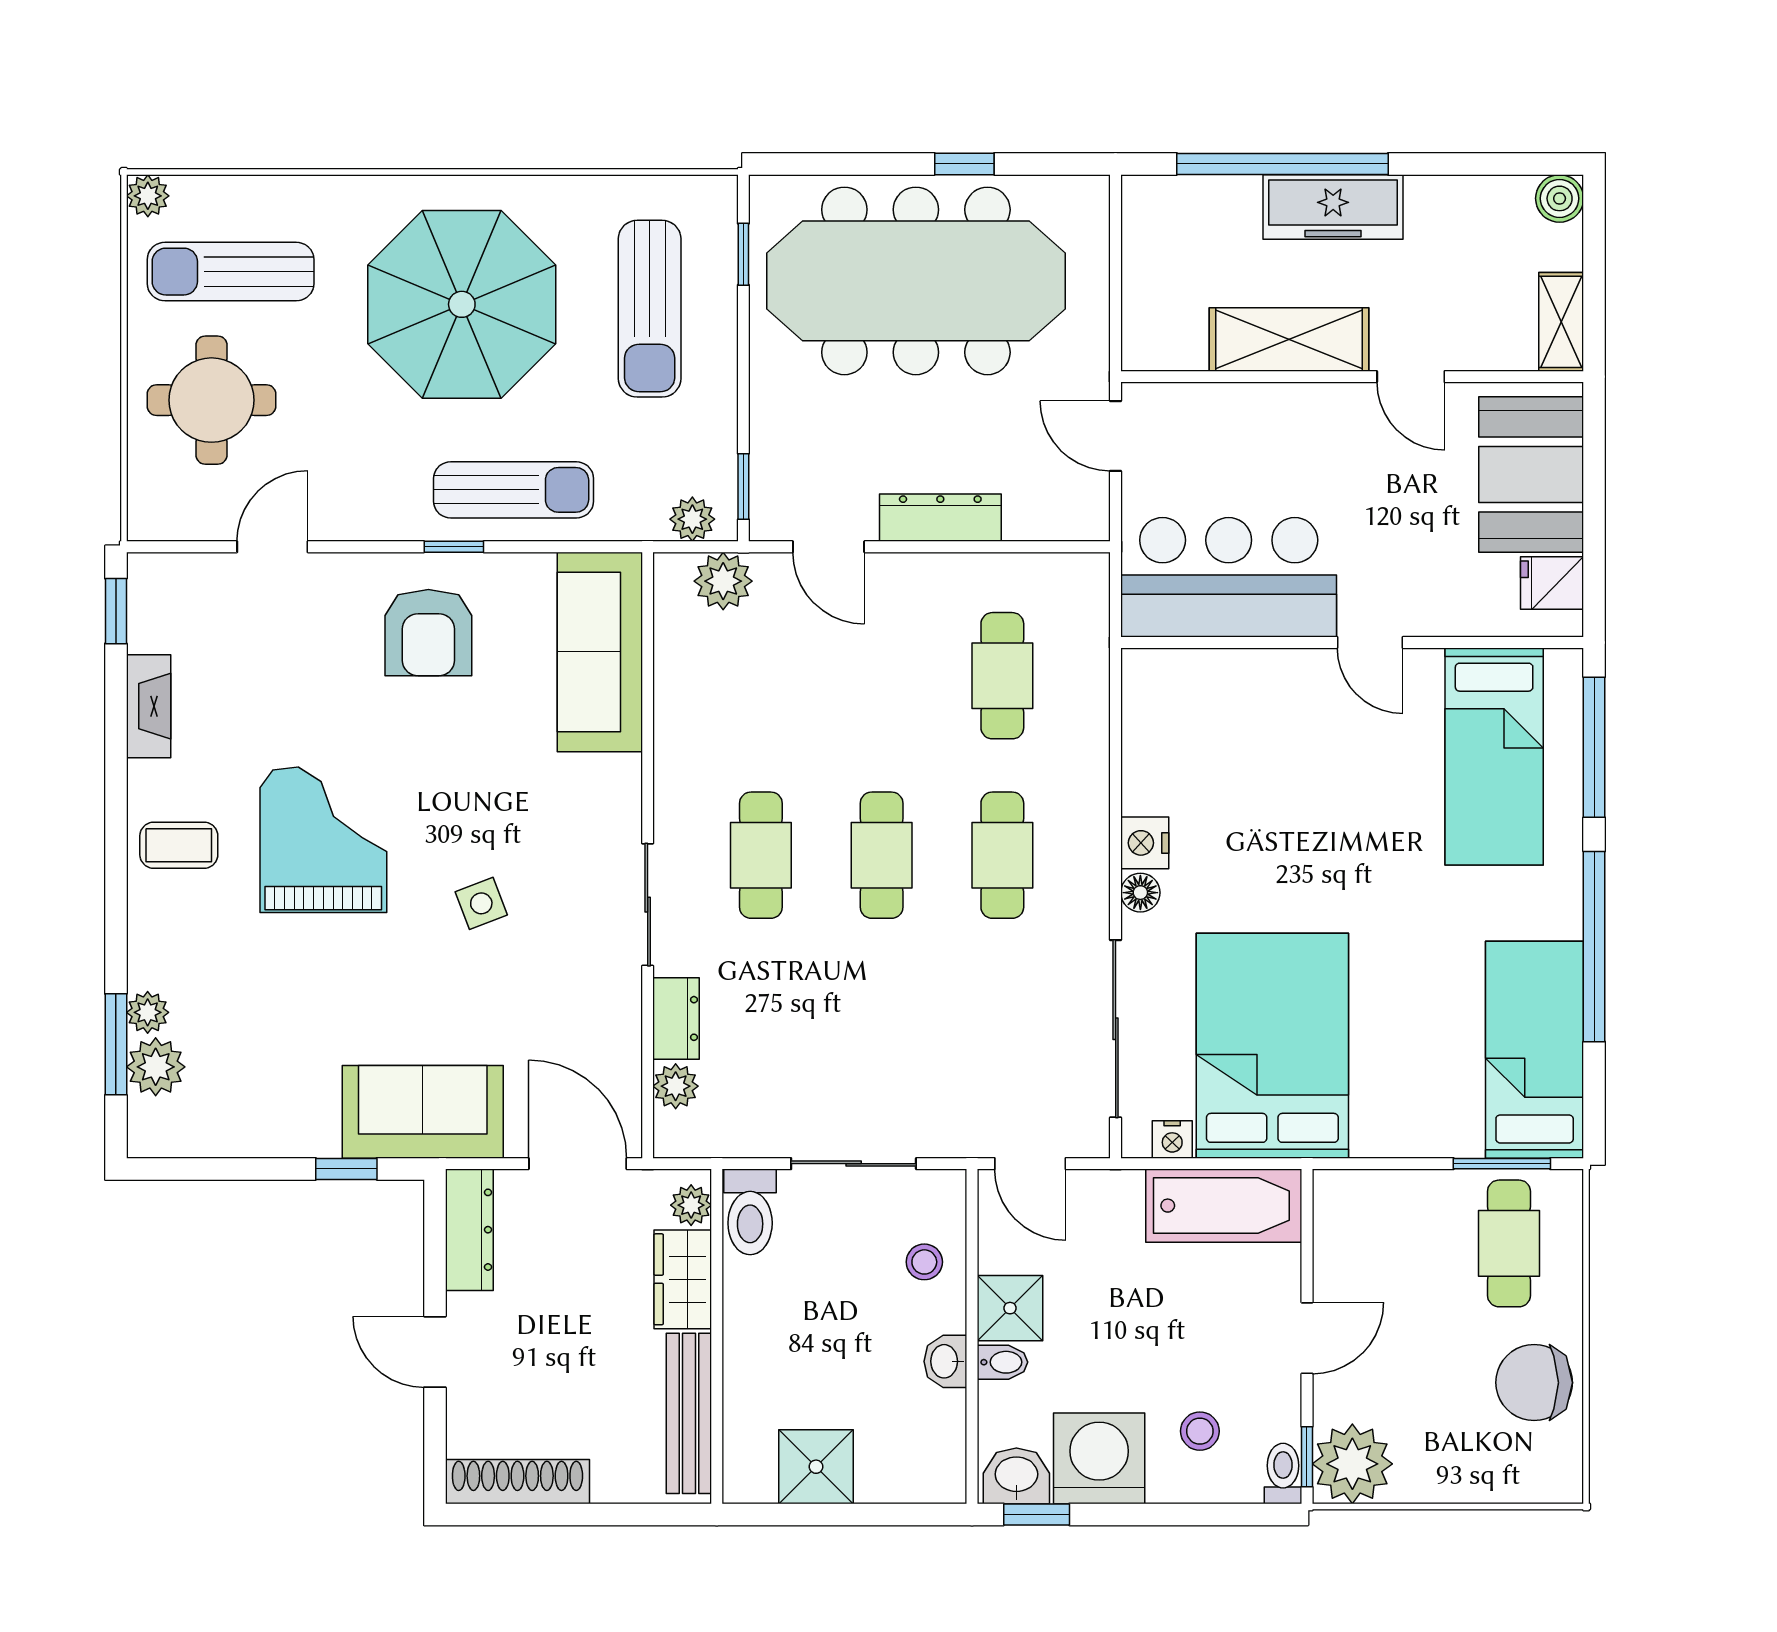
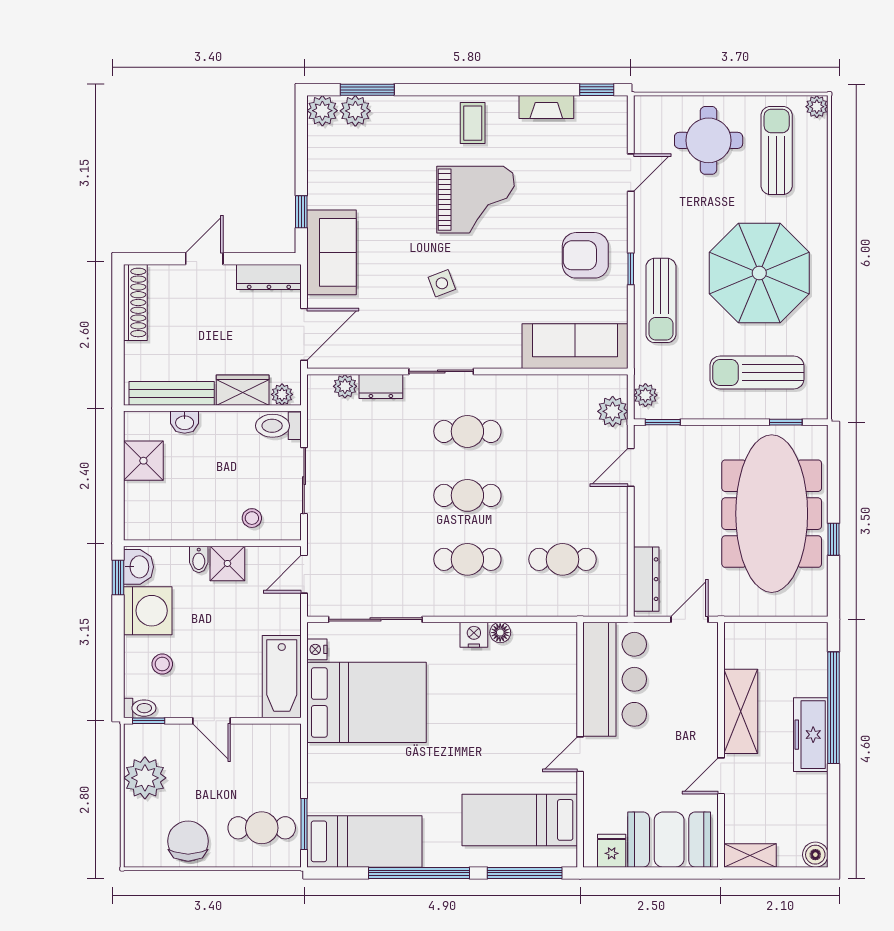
dresser: (940, 518) -> (646, 579), moved
door: (272, 547) -> (631, 173), hinge flipped
floor lamp: (1140, 893) -> (500, 633), moved
plant: (148, 1012) -> (322, 111), moved, width x1.38, depth x1.38
washbasin: (945, 1361) -> (185, 422), moved, turned 180
plant: (1352, 1464) -> (145, 778), moved

